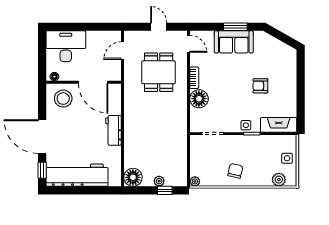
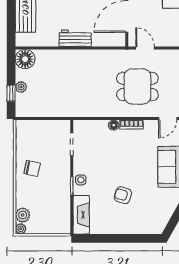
door: (123, 51) -> (145, 48), moved
armchair: (260, 86) -> (123, 195), turned -73
floor lamp: (199, 99) -> (114, 125), width x0.53, depth x0.53
side table: (287, 158) -> (45, 224), removed
plant: (195, 181) -> (21, 229), moved

